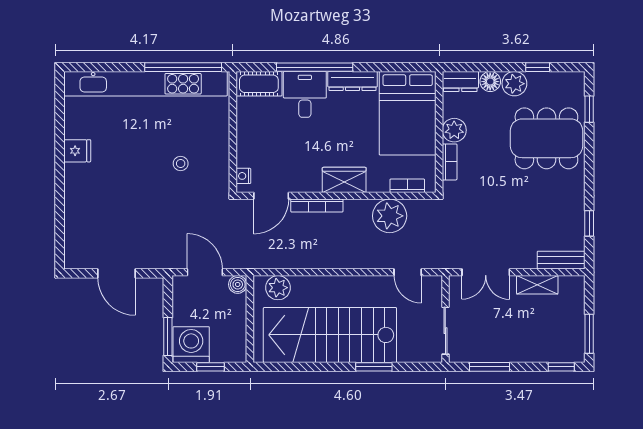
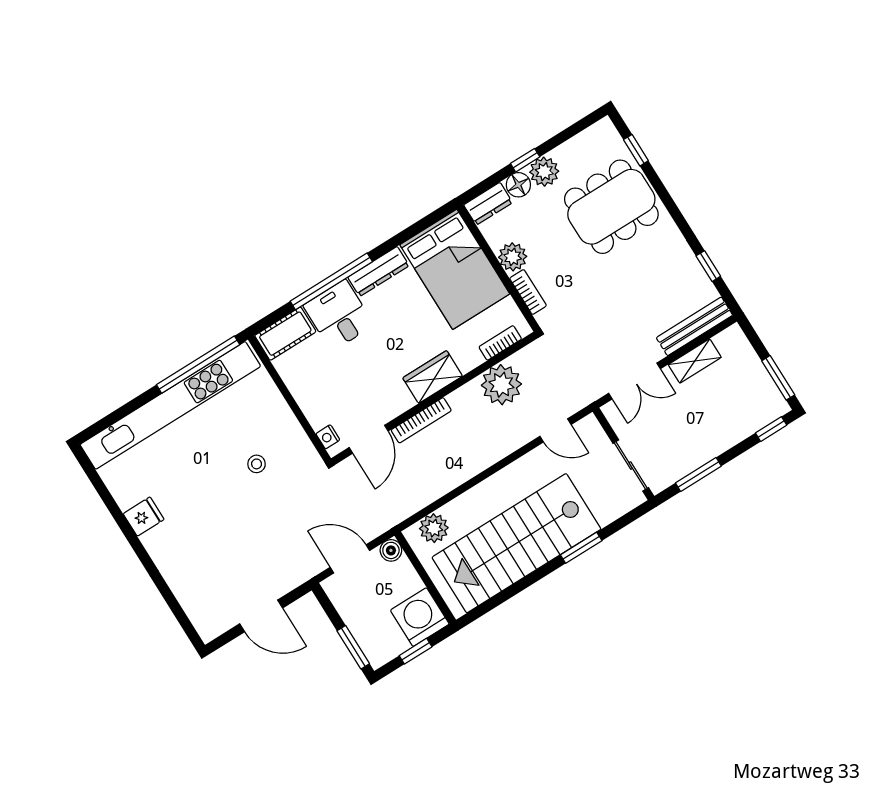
window: (538, 67) -> (525, 160), moved
bench: (561, 260) -> (694, 326), width x1.36
washing machine: (191, 345) -> (420, 617), moved

